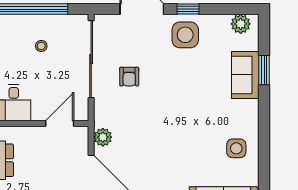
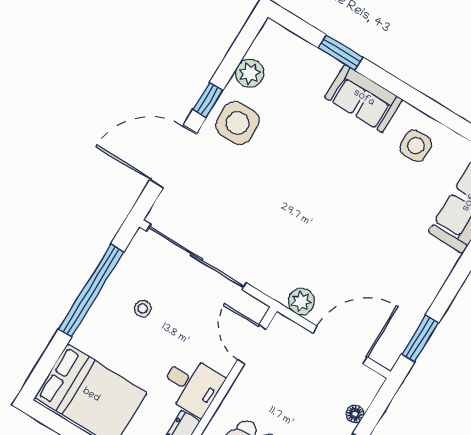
plant: (241, 24) -> (250, 73), moved
sofa: (245, 75) -> (364, 98), moved
armchair: (129, 77) -> (247, 223), removed

